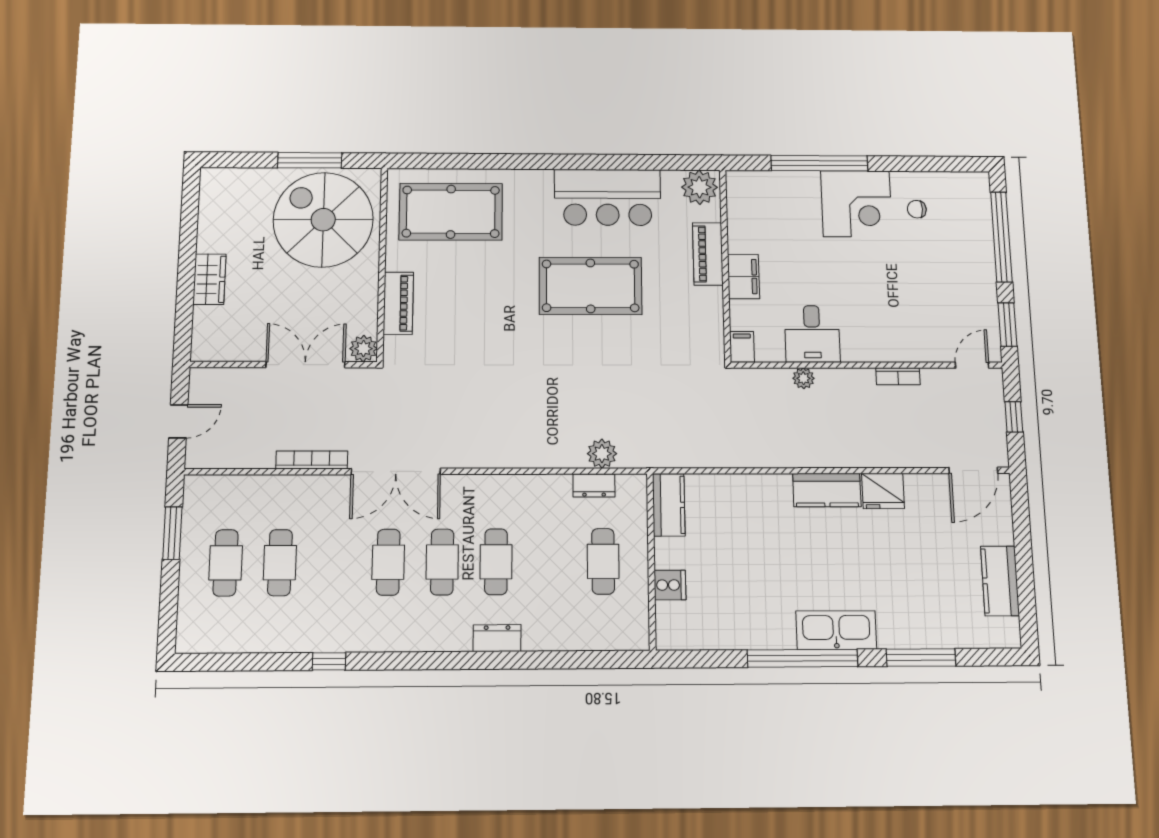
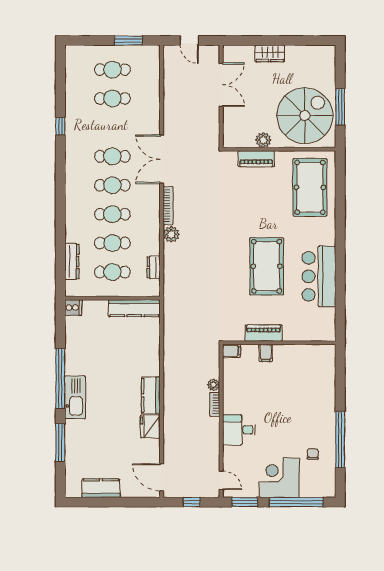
window: (819, 163) -> (340, 440), moved
plant: (699, 187) -> (325, 329), removed
corner desk: (856, 204) -> (279, 478), moved, turned 90
piano: (708, 254) -> (263, 333), moved
filing cabinet: (744, 276) -> (266, 353), width x0.50
desk: (812, 334) -> (239, 430), moved
plant: (363, 349) -> (263, 140), moved
double door: (305, 365) -> (221, 85), moved
bookcase: (898, 376) -> (215, 404), moved
plant: (602, 454) -> (171, 234), moved
bookcase: (312, 460) -> (168, 206), moved
kitchen counter: (669, 505) -> (134, 308), width x1.50
cafe table: (550, 562) -> (112, 243), added
cooker: (670, 585) -> (73, 308), moved, turned -90
dresser: (497, 638) -> (72, 261), moved, width x1.44

